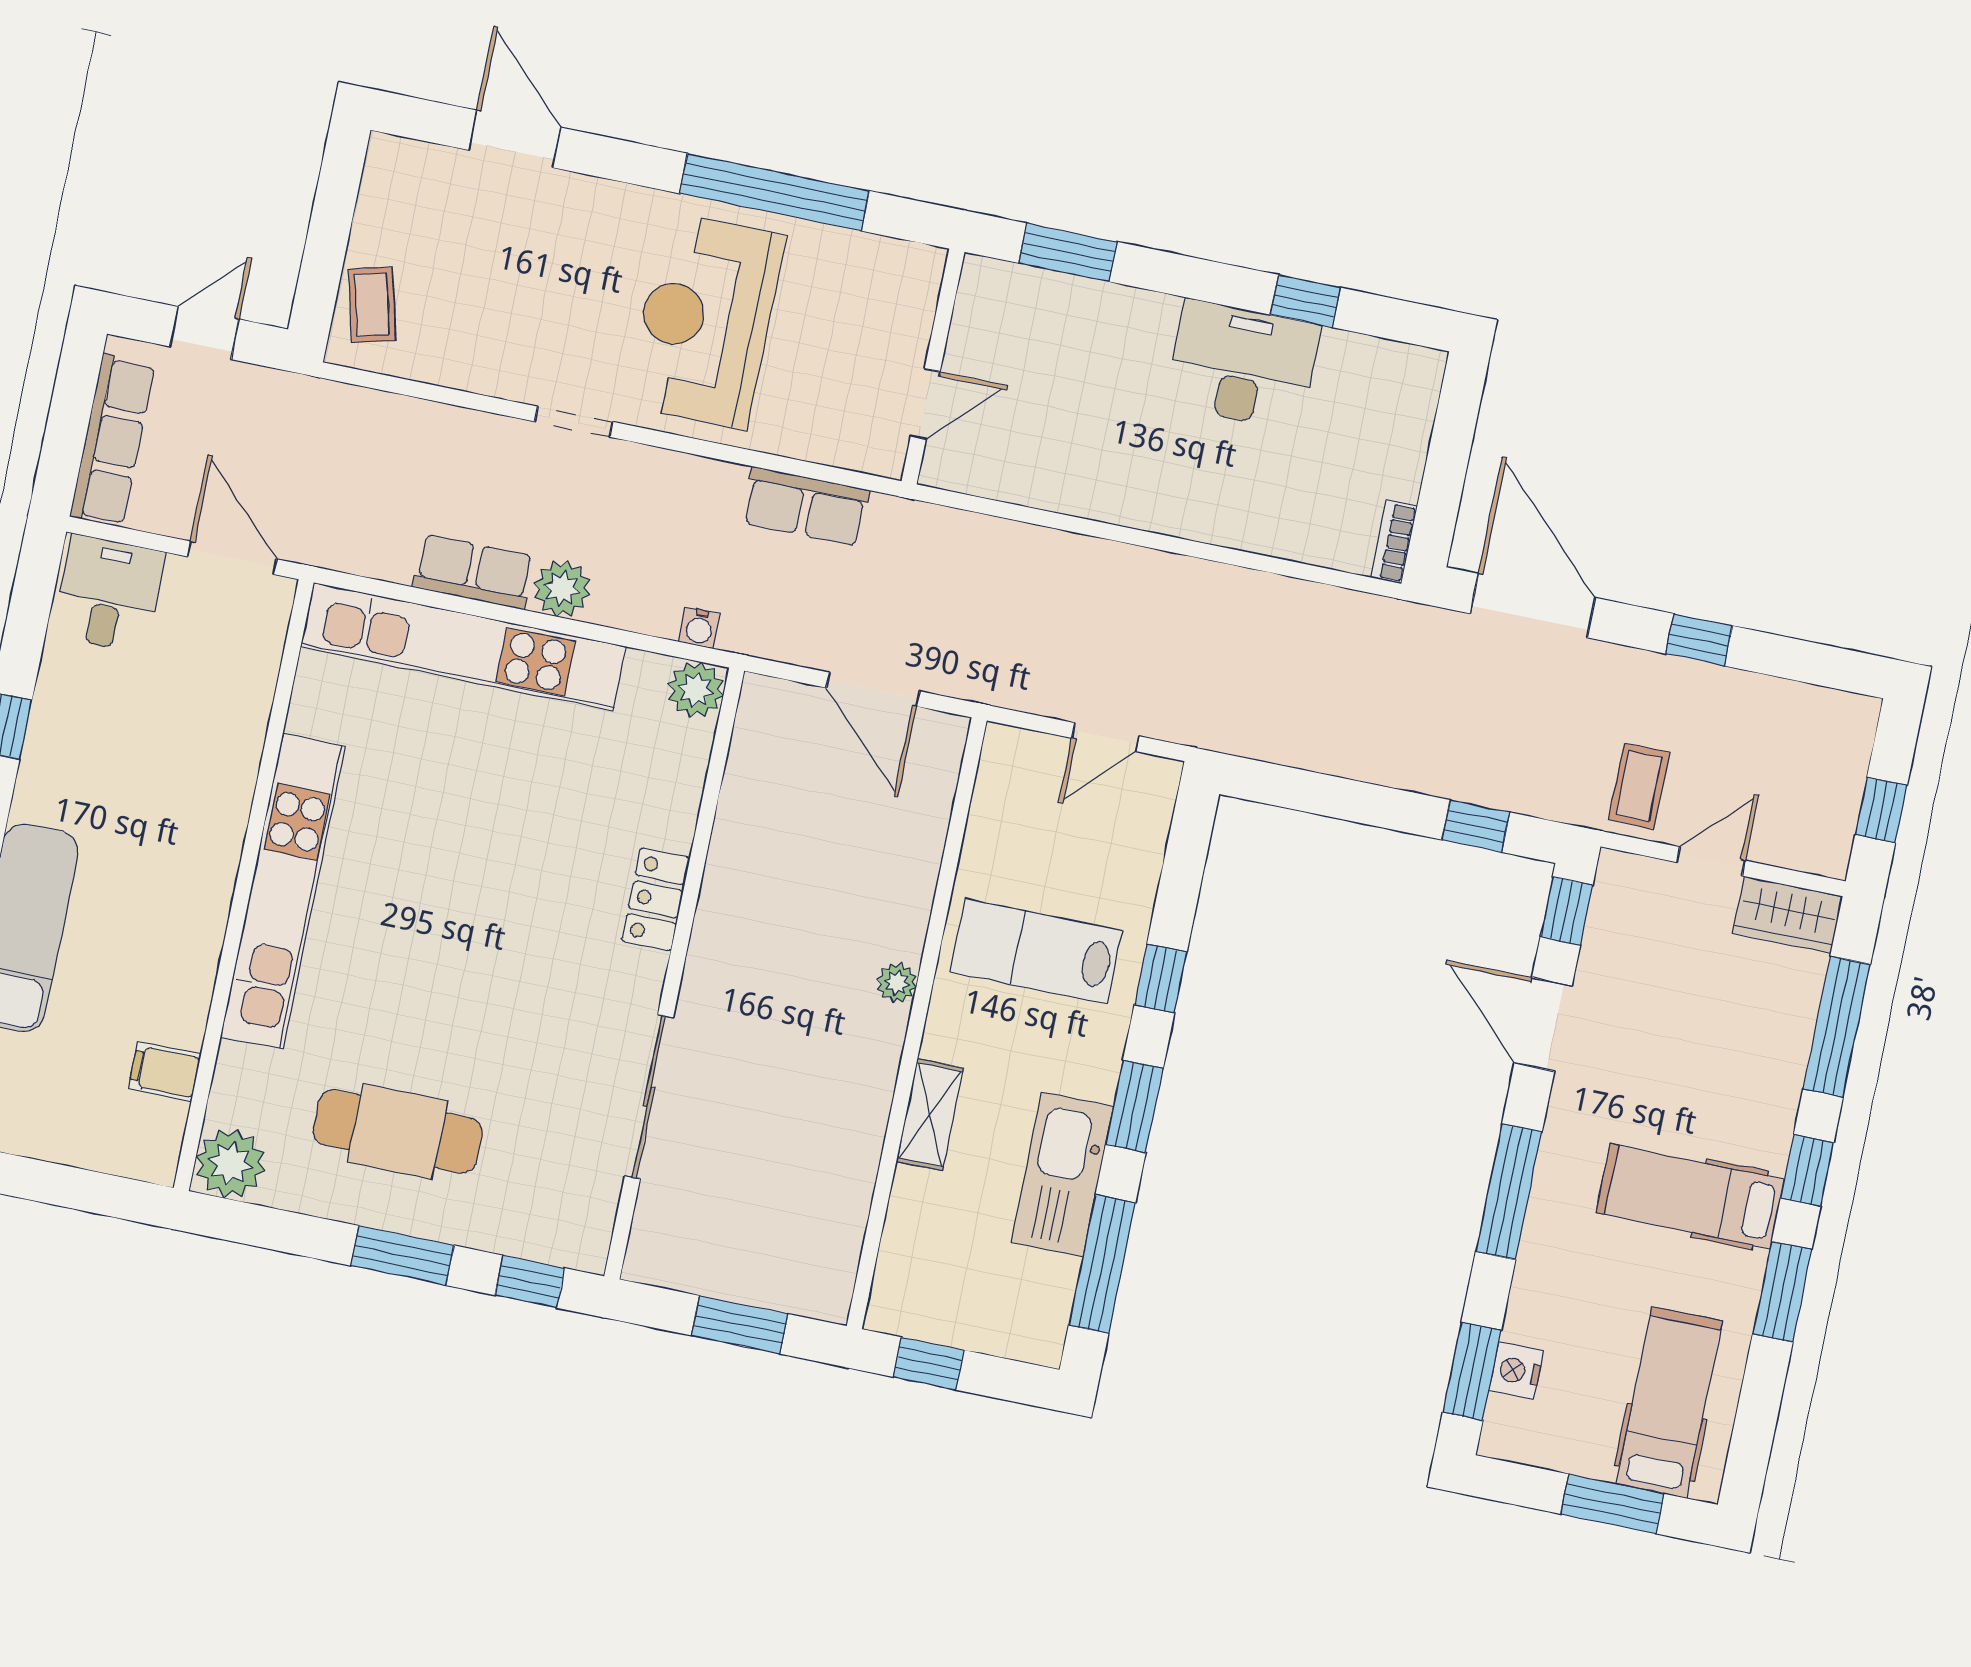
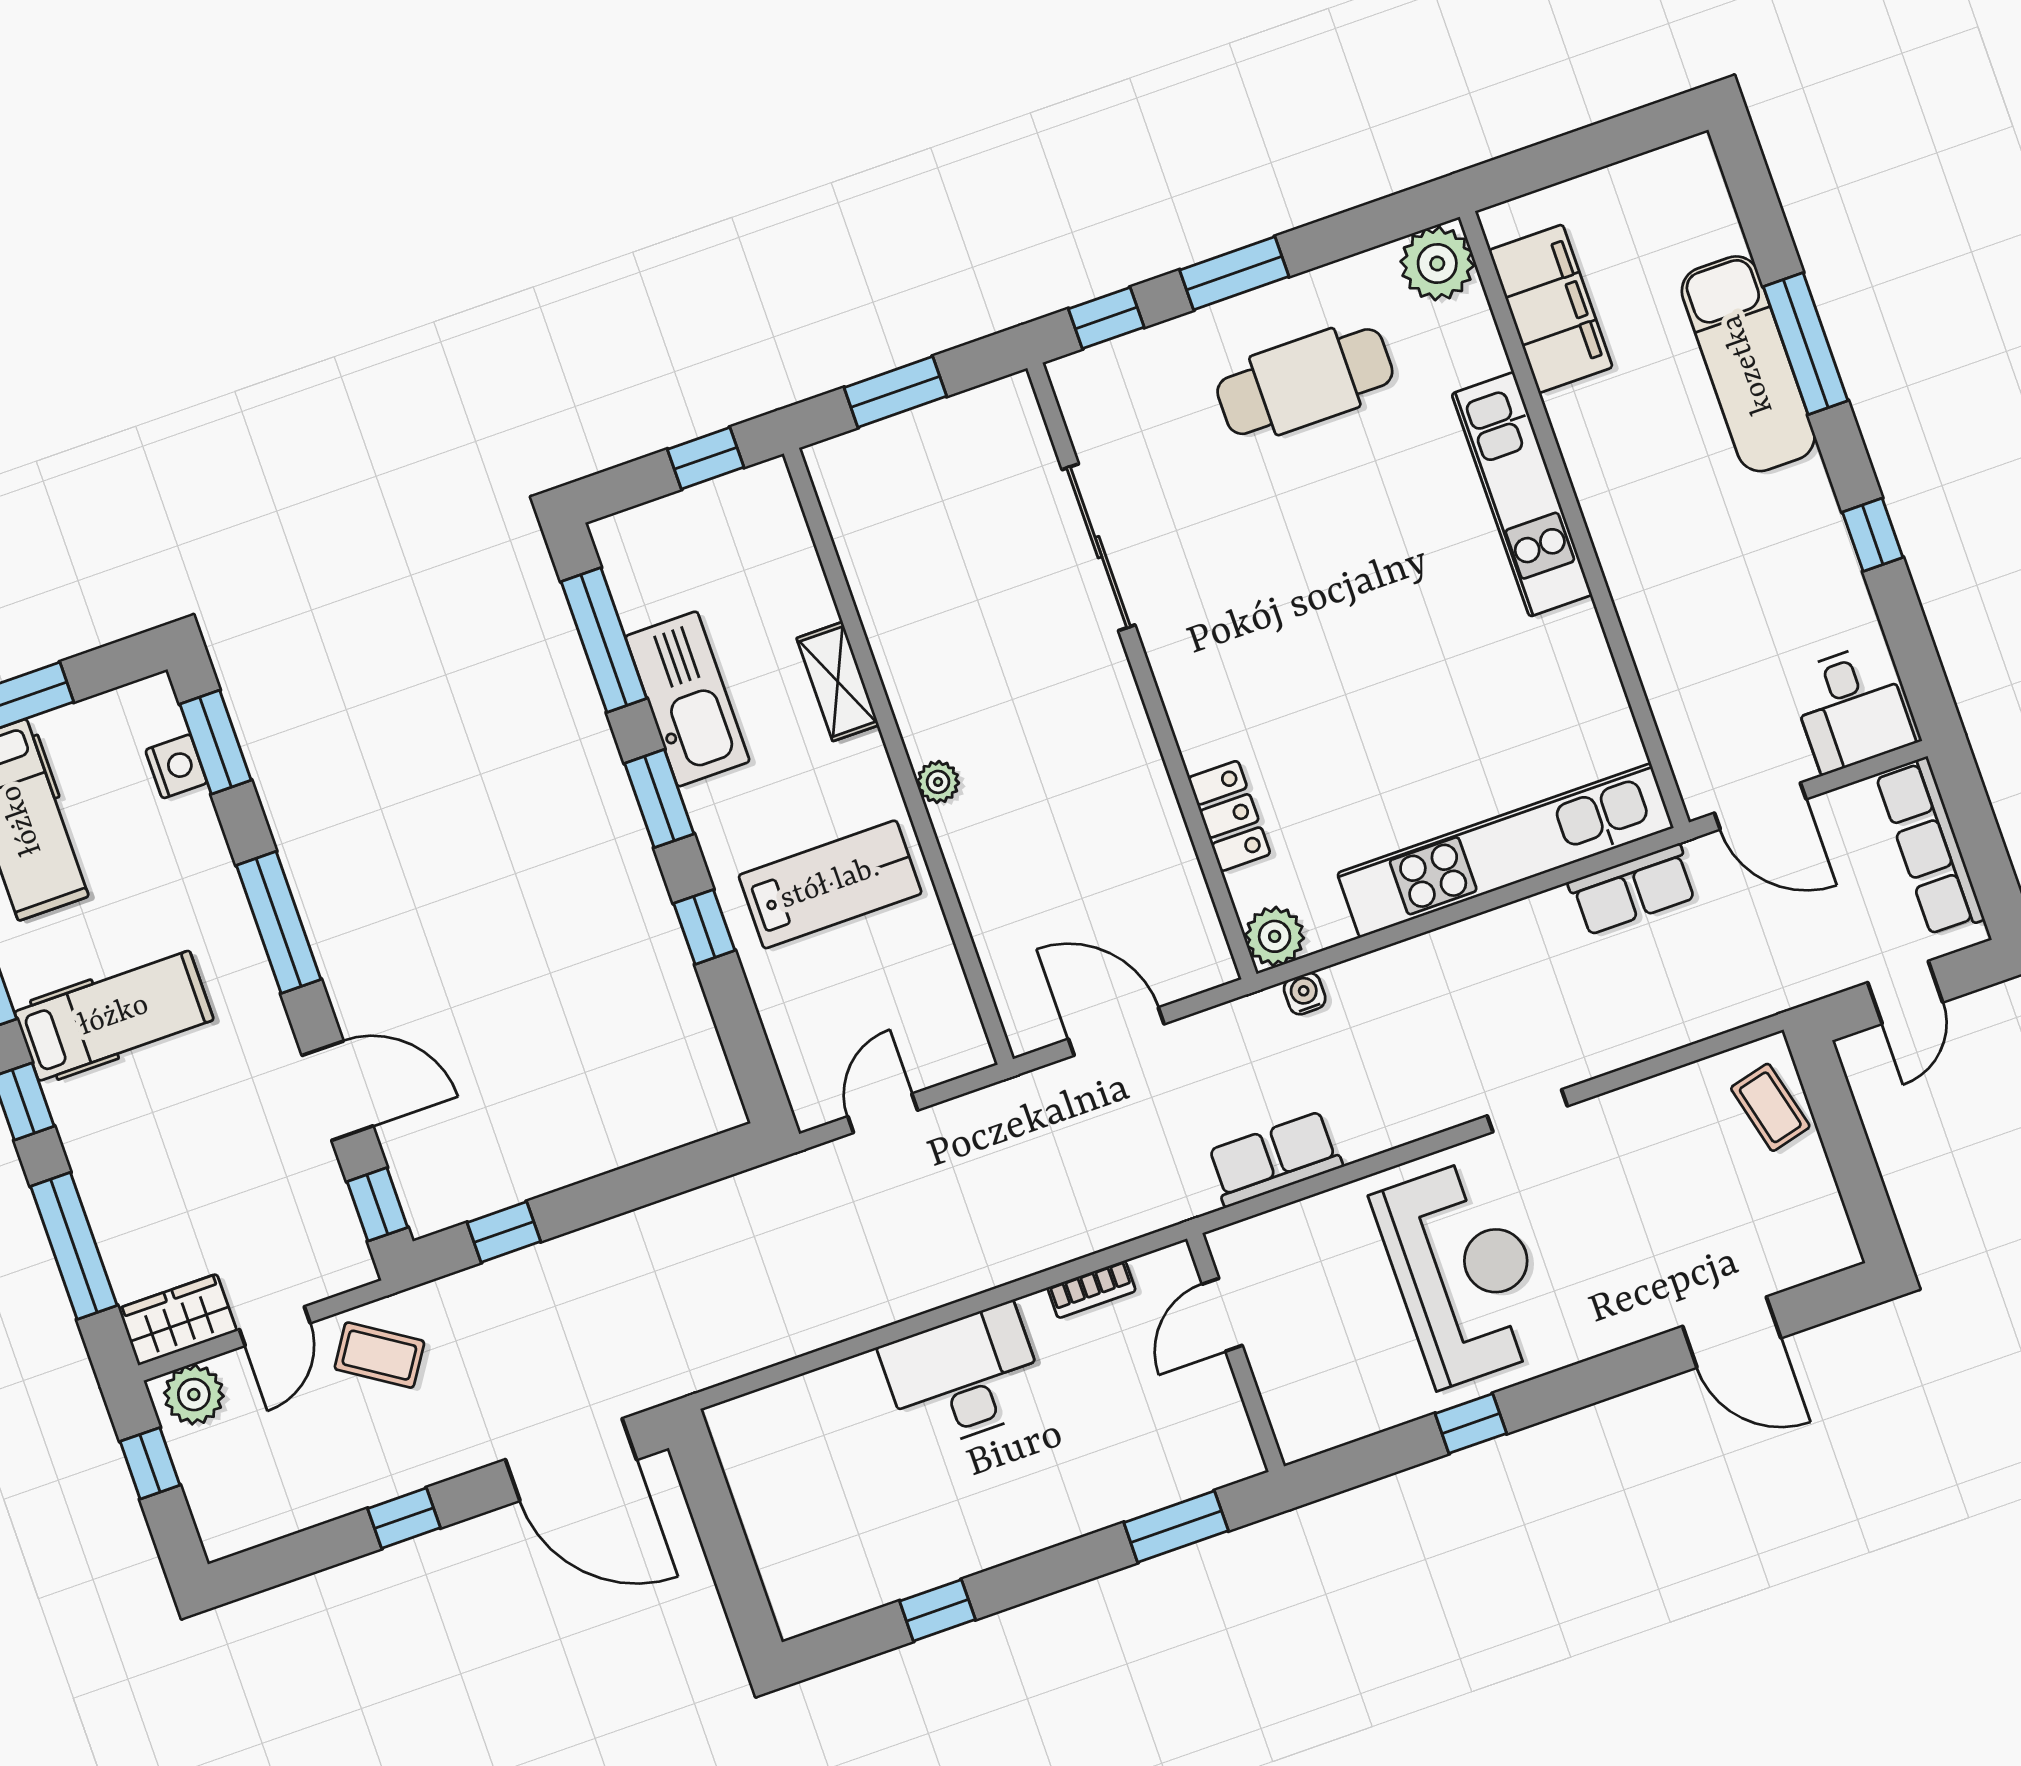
window: (774, 192) -> (1471, 1424), width x0.32
desk: (1243, 365) -> (963, 1377), moved, turned 180
bookcase: (1394, 542) -> (1092, 1289), moved, turned 90
row of seats: (474, 572) -> (1633, 889), moved
plant: (562, 589) -> (194, 1395), moved
coffee table: (1639, 786) -> (379, 1355), turned -57
kitchen unit: (283, 891) -> (1522, 494), width x0.73
locker: (656, 899) -> (1229, 816), moved
filing cabinet: (165, 1071) -> (1551, 309), width x3.00, depth x1.17

